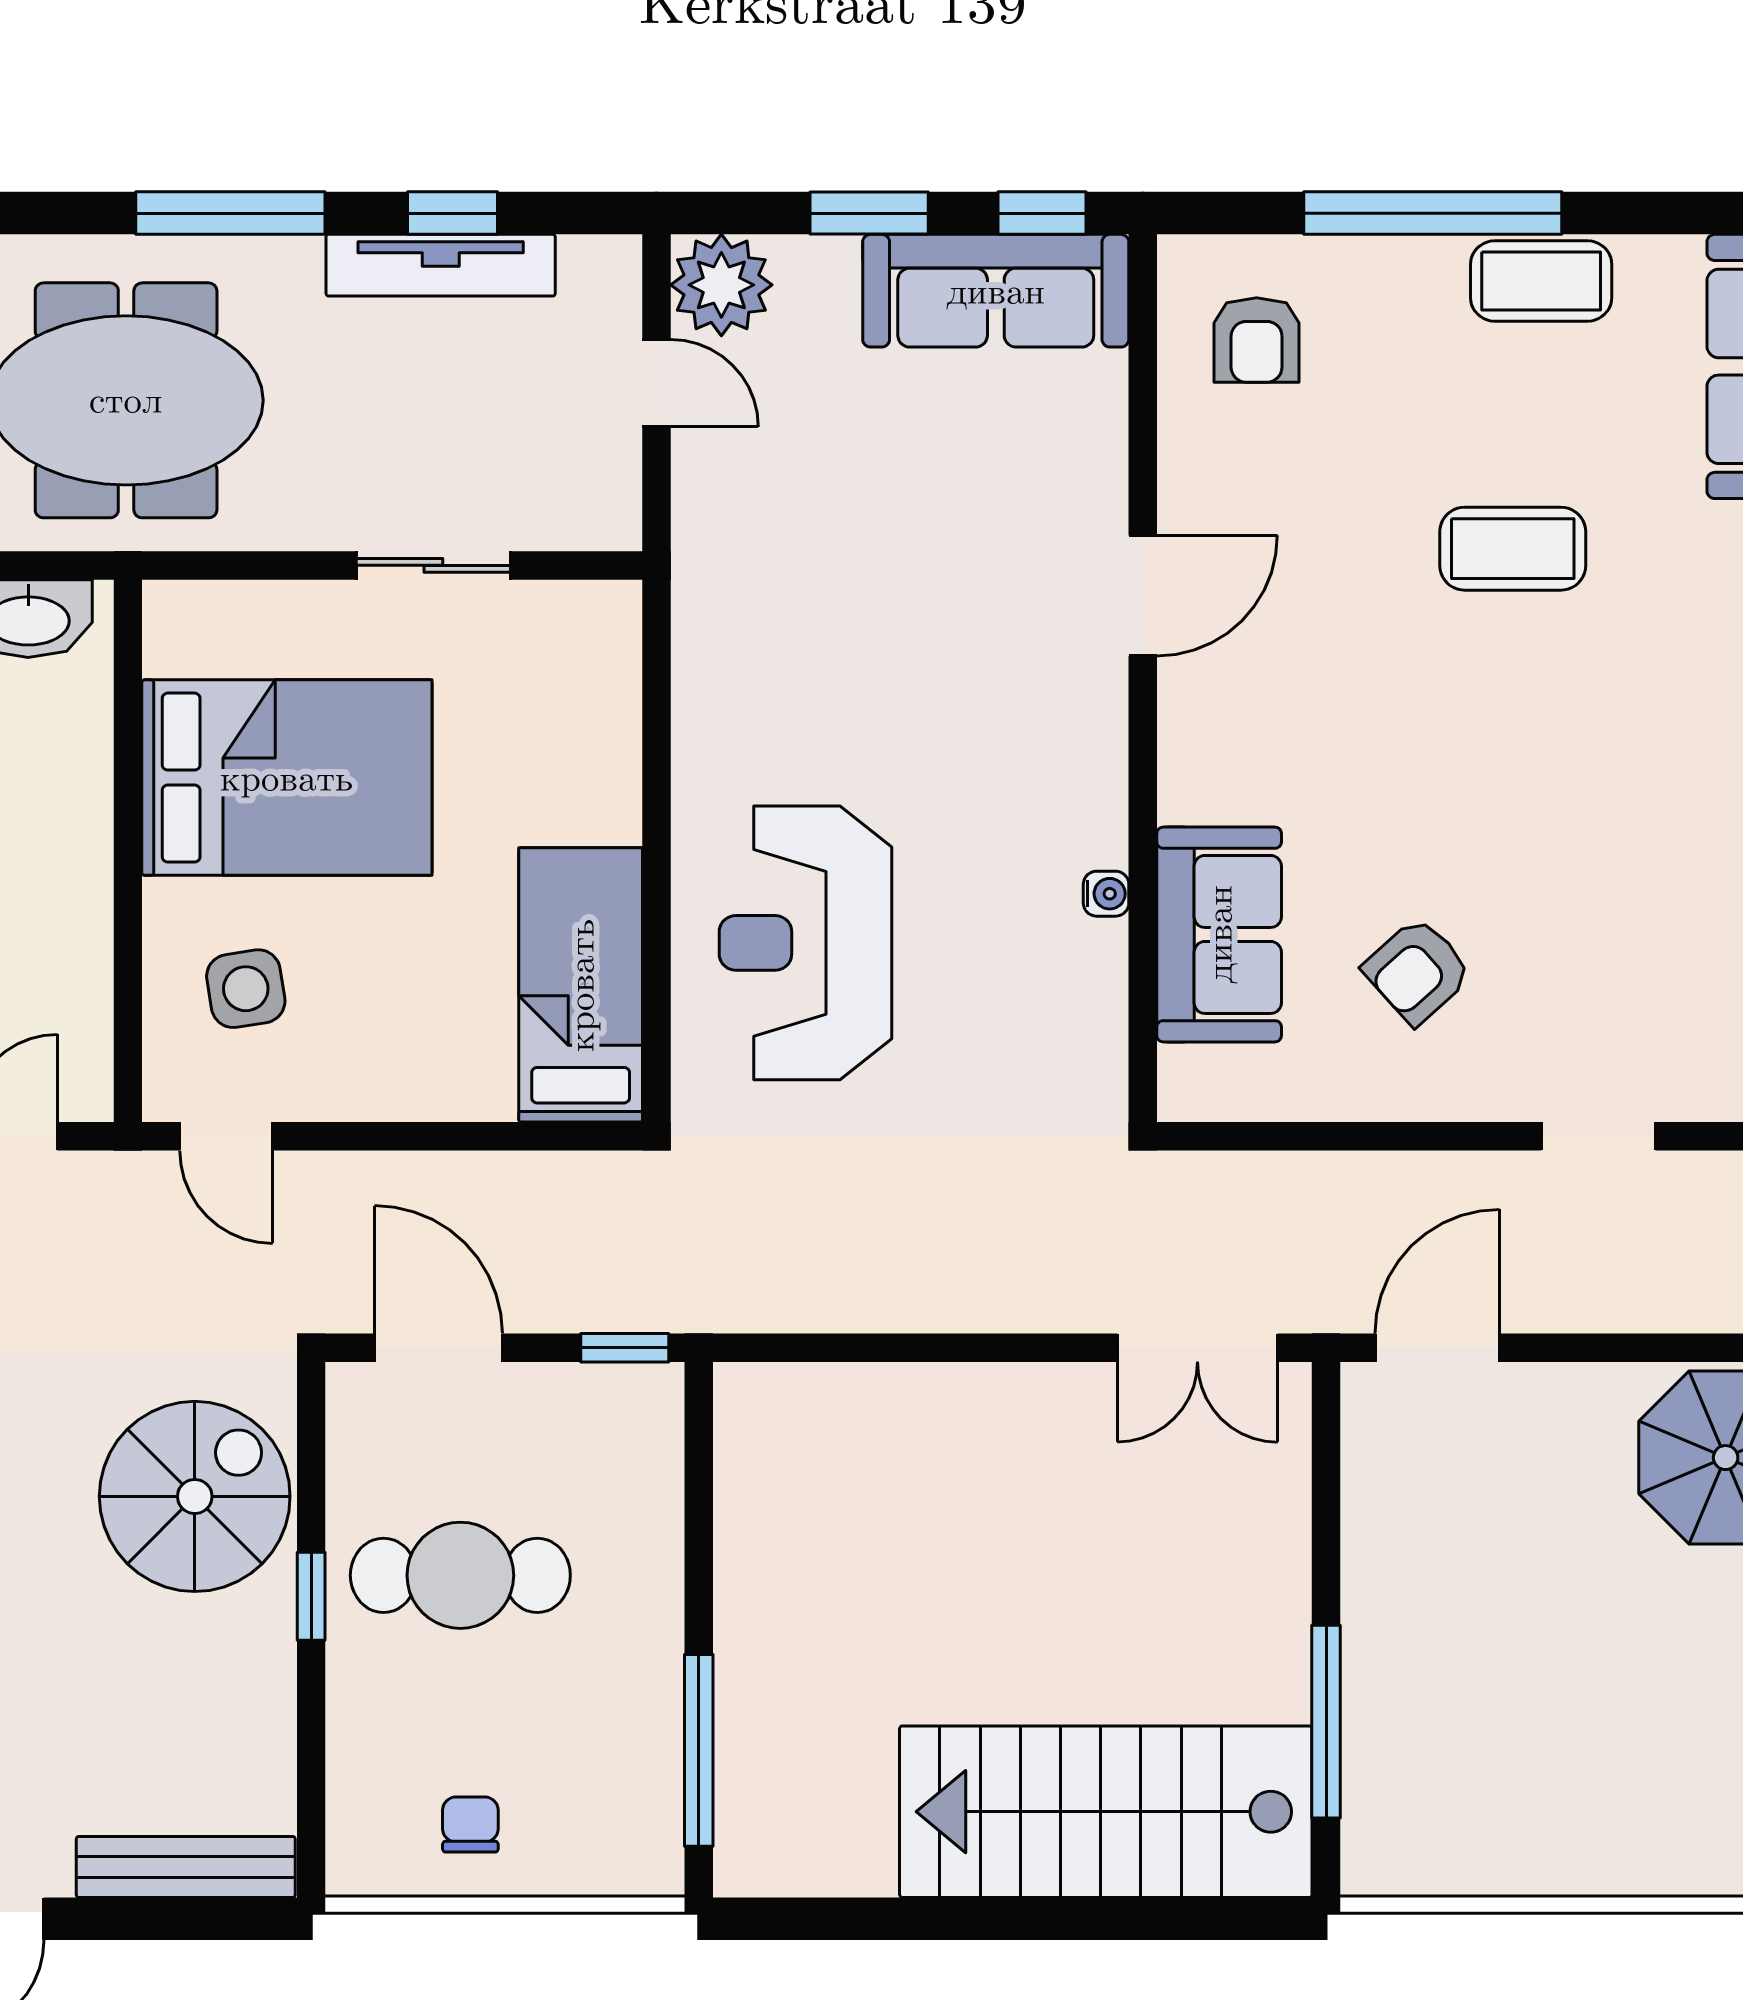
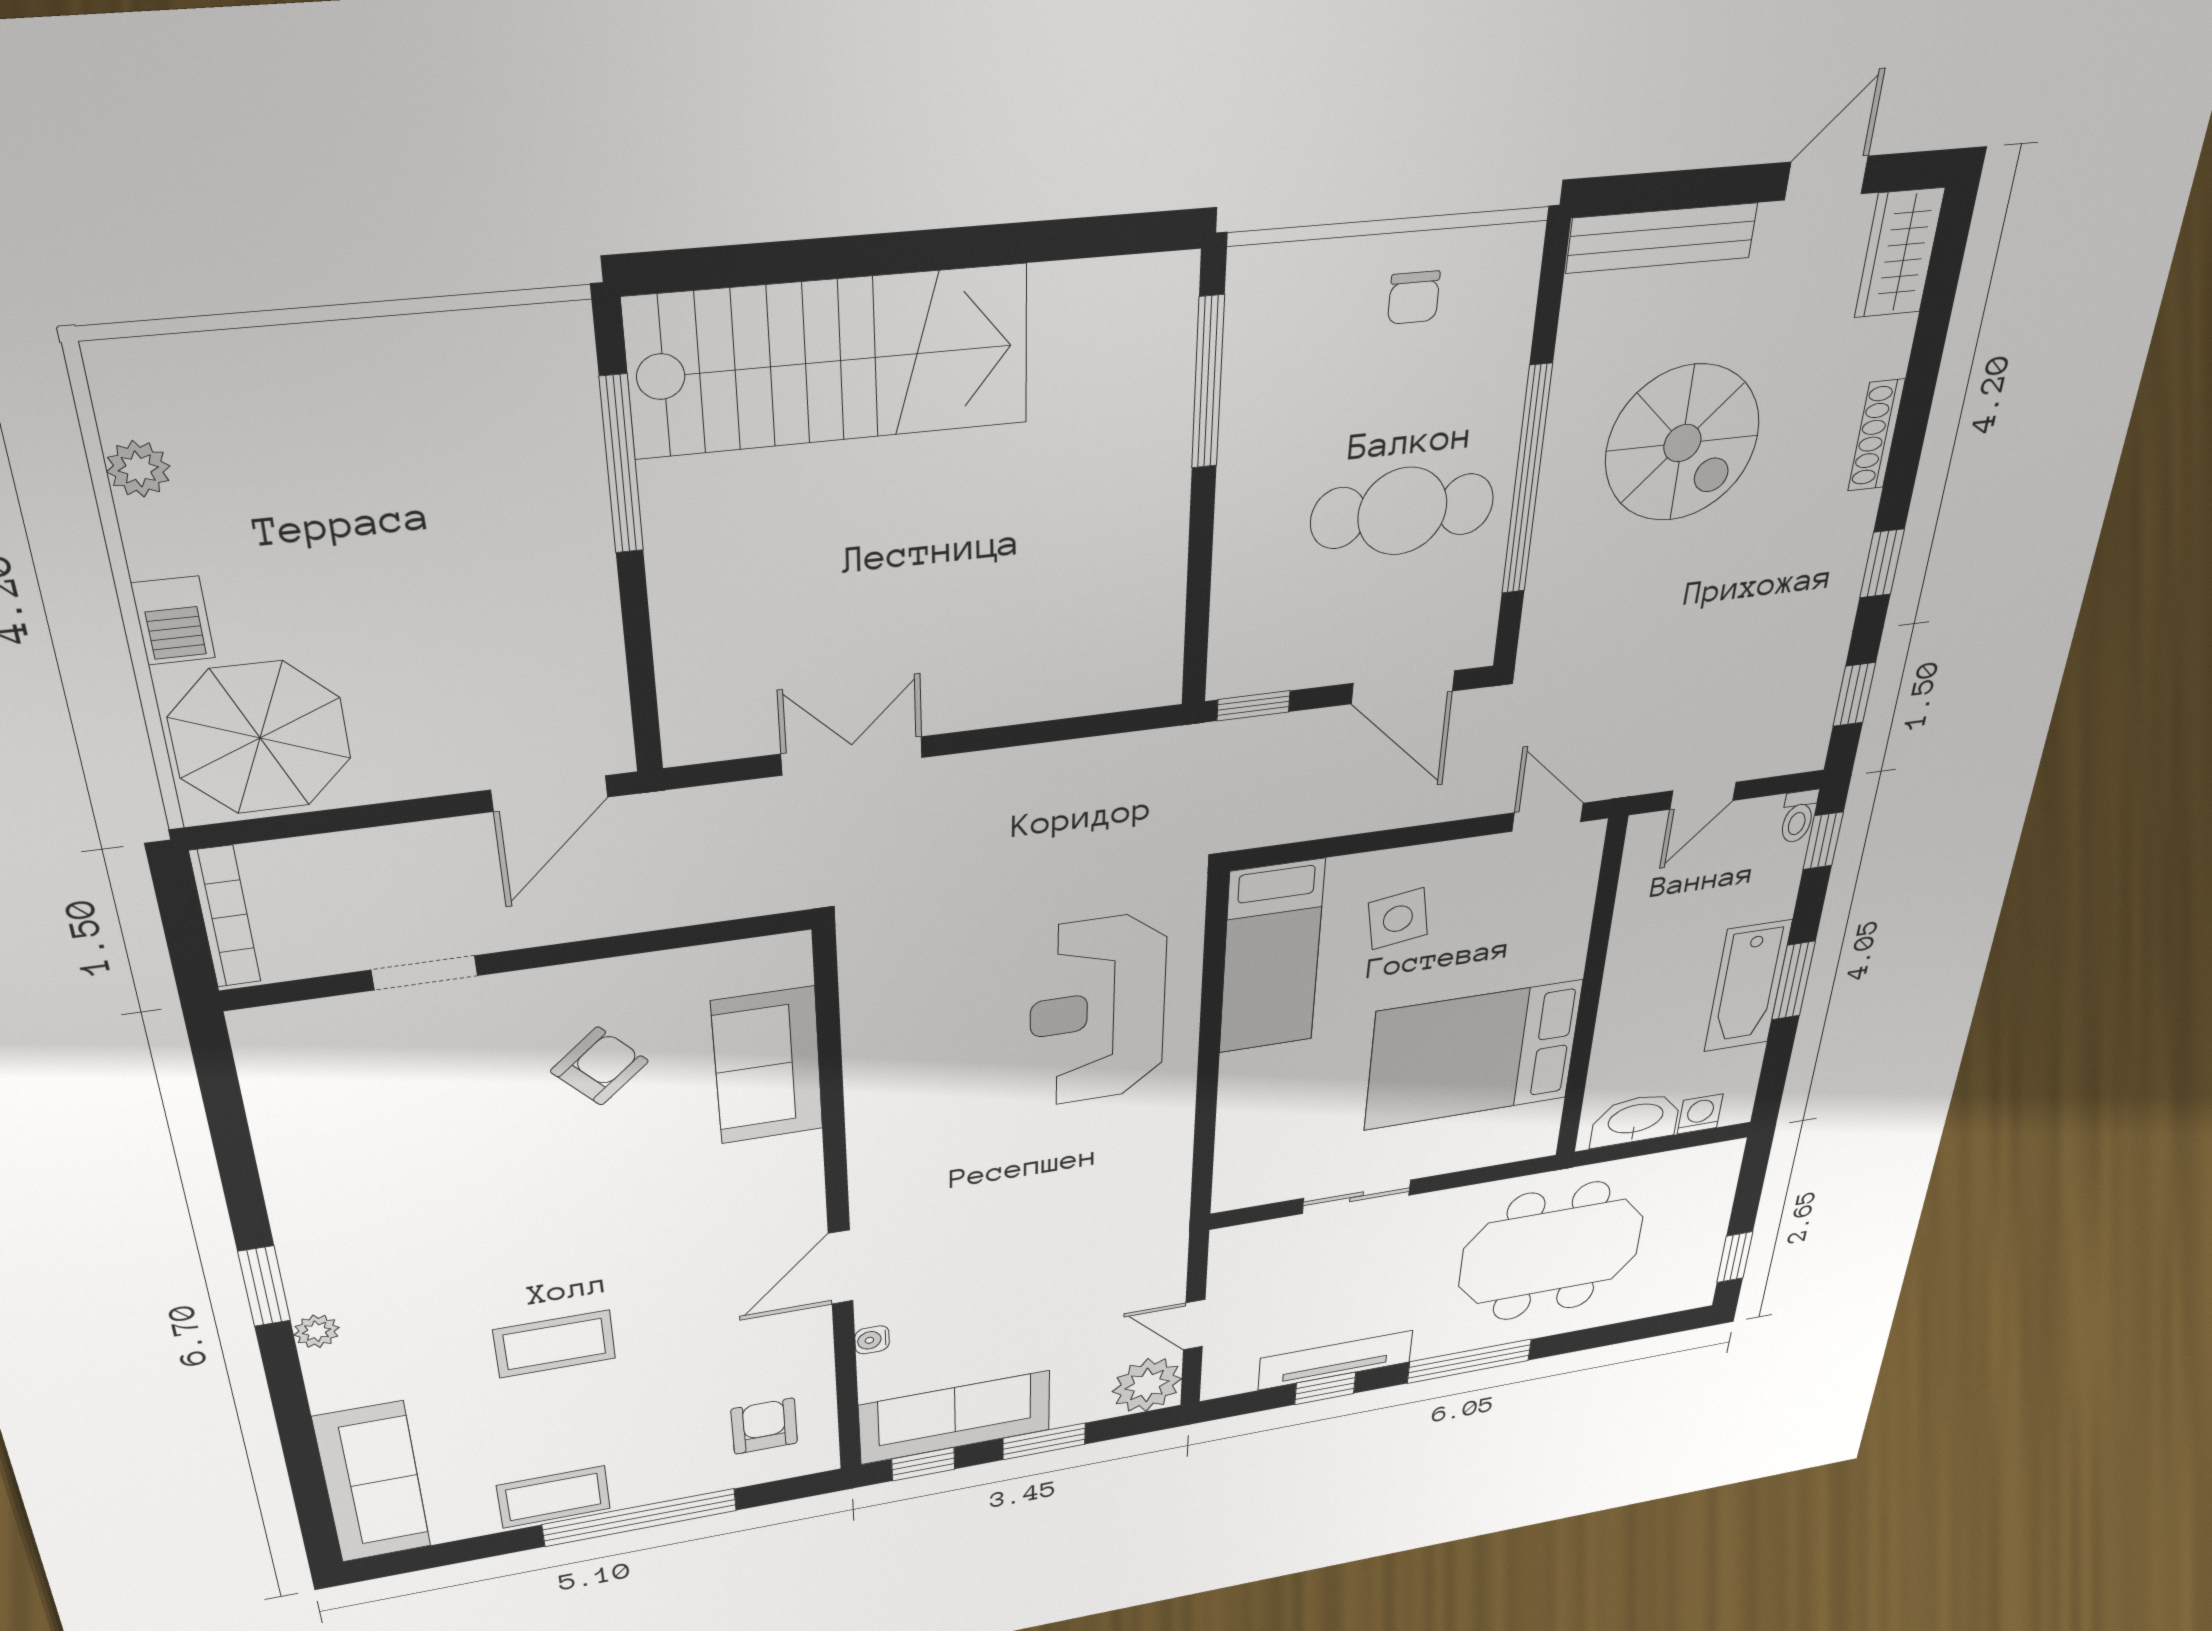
water cooler: (1106, 894) -> (872, 1340), moved
reception desk: (805, 943) -> (1098, 1010), turned 180
side table: (246, 989) -> (1398, 919), moved
double door: (1197, 1348) -> (852, 756), moved
spiral stairs: (195, 1496) -> (1682, 443), moved, turned -90
window: (311, 1596) -> (1527, 481), width x3.17

